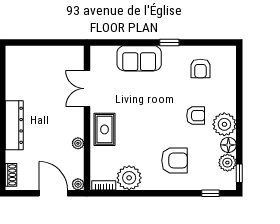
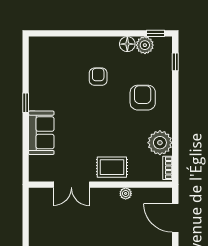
armchair: (200, 68) -> (51, 72), removed
plant: (224, 124) -> (107, 48), removed
plant: (78, 184) -> (166, 193), removed
door: (53, 193) -> (175, 218), hinge flipped

